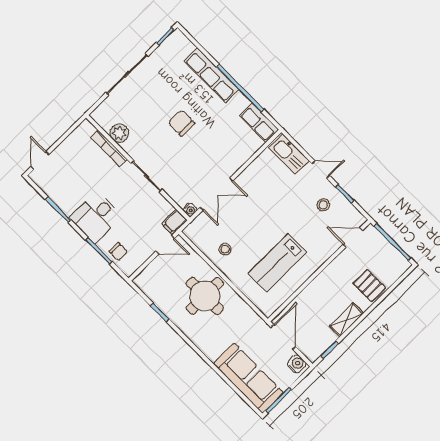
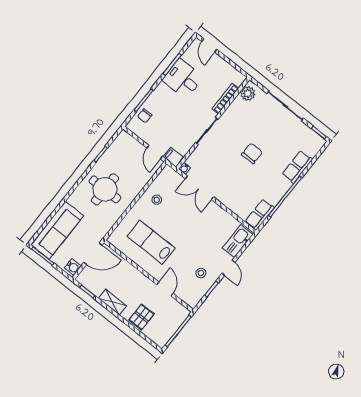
row of seats: (212, 75) -> (297, 167), width x0.68
plant: (119, 133) -> (248, 93), moved
door: (40, 160) -> (209, 45), swing flipped
desk: (96, 217) -> (183, 79), moved
door: (353, 237) -> (165, 289), moved
round table: (205, 296) -> (105, 189), moved

